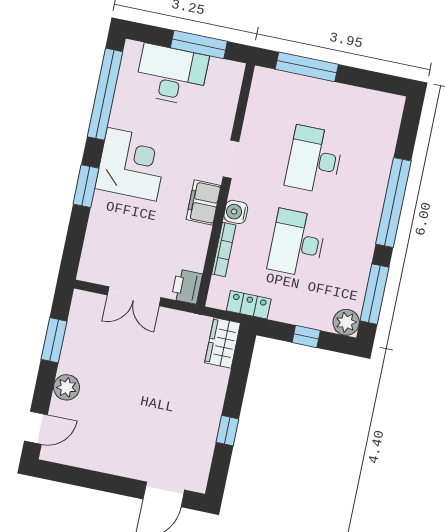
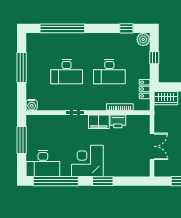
window: (307, 67) -> (22, 67), moved
desk: (172, 75) -> (43, 164), moved, turned -90
window: (393, 203) -> (62, 28), moved
water cooler: (236, 212) -> (32, 105), moved
printer: (187, 287) -> (118, 121), moved
window: (374, 294) -> (126, 28), width x0.46

